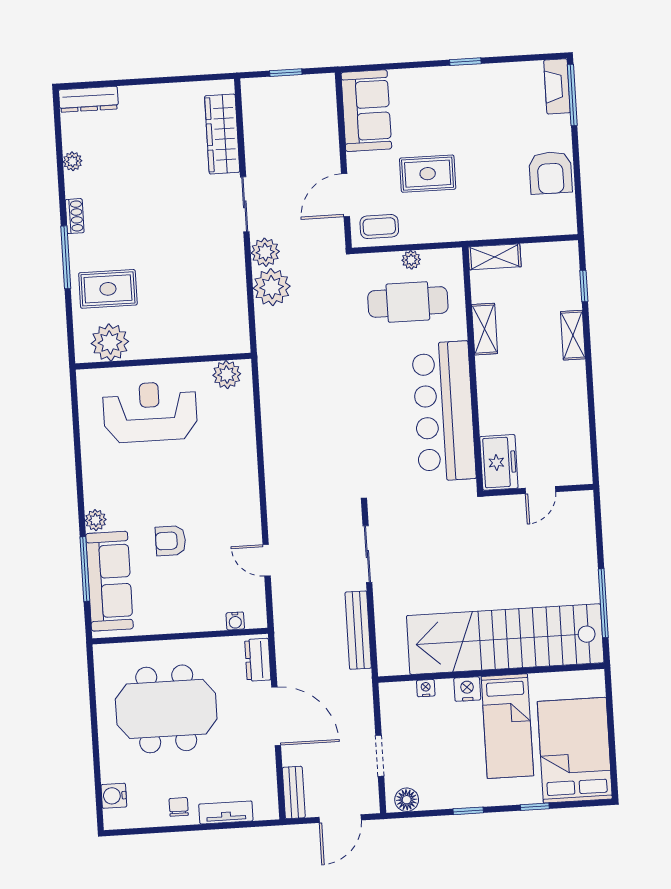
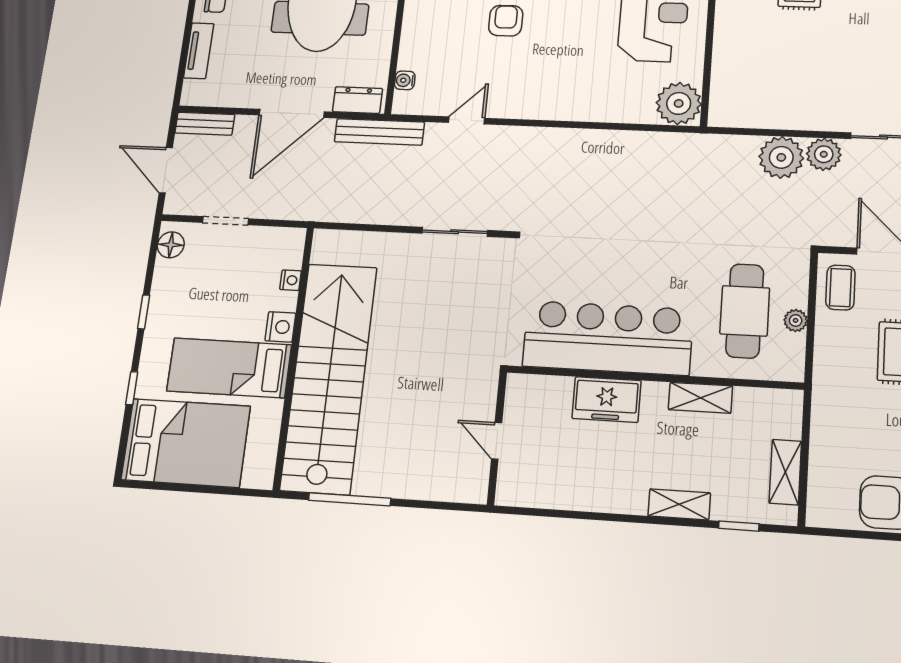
shelving: (495, 257) -> (785, 472), moved
plant: (227, 375) -> (679, 103), width x1.36, depth x1.36
freezer: (499, 462) -> (607, 400), moved
bench: (358, 630) -> (379, 132), moved

